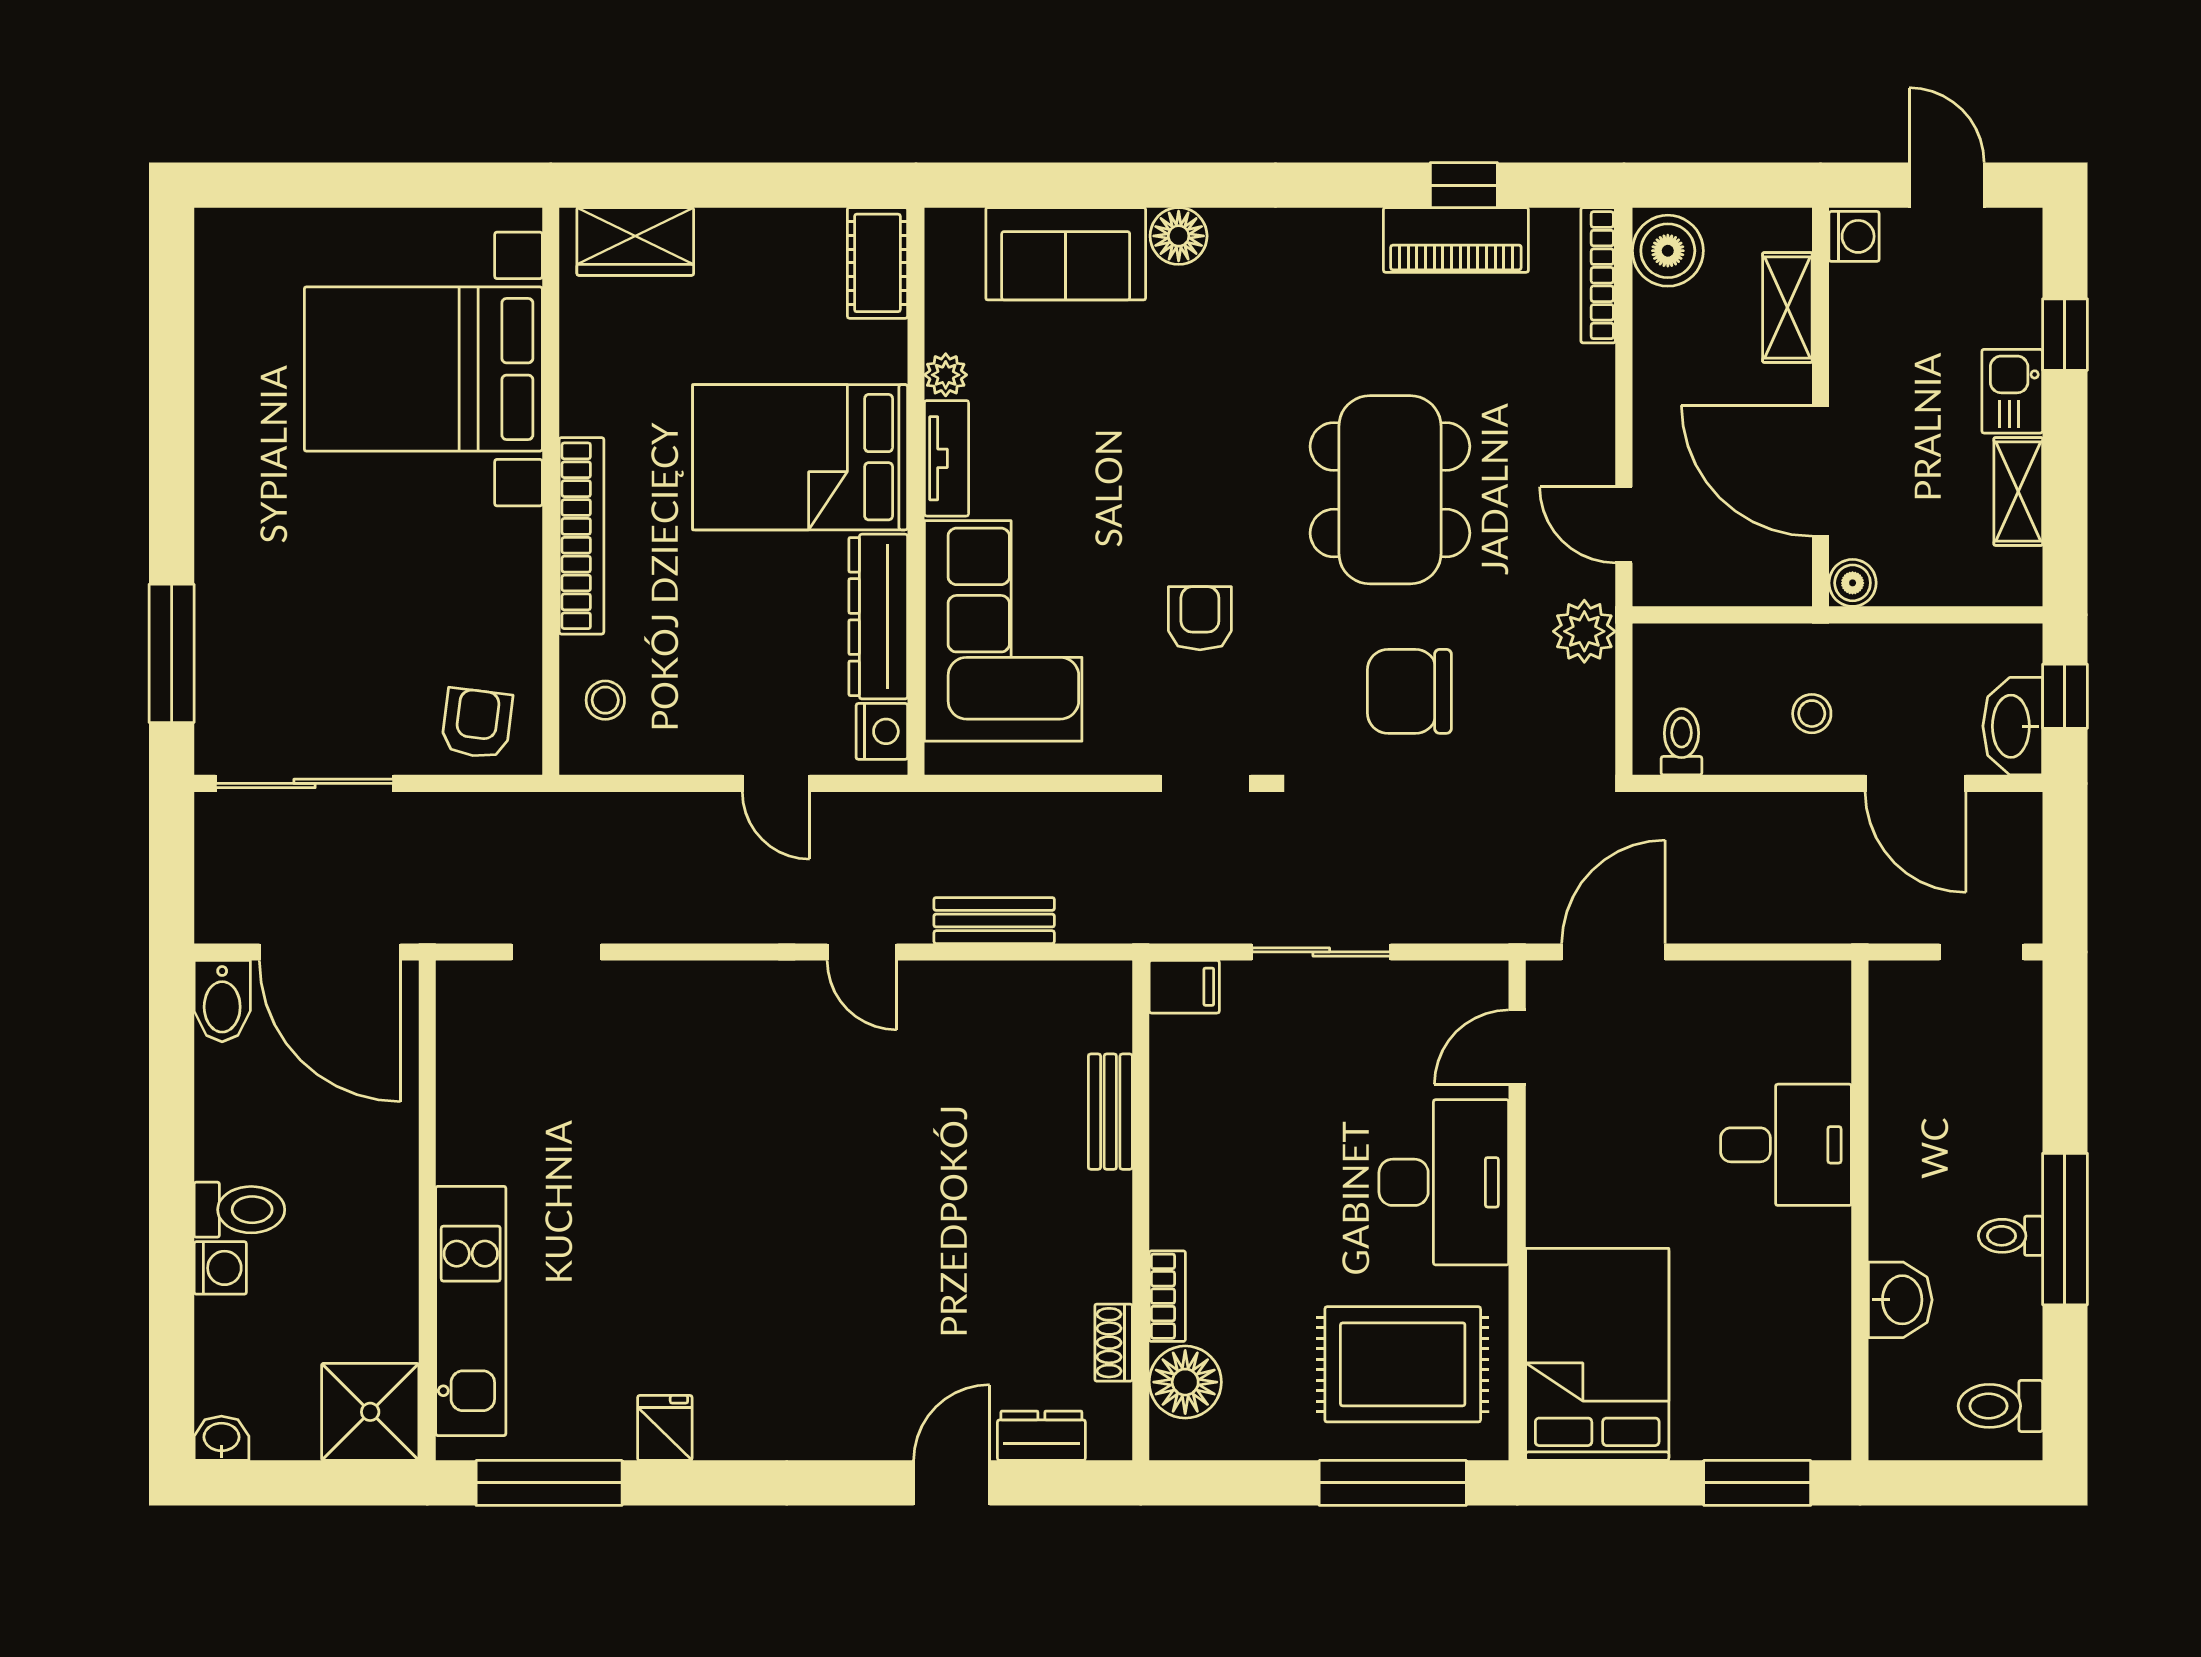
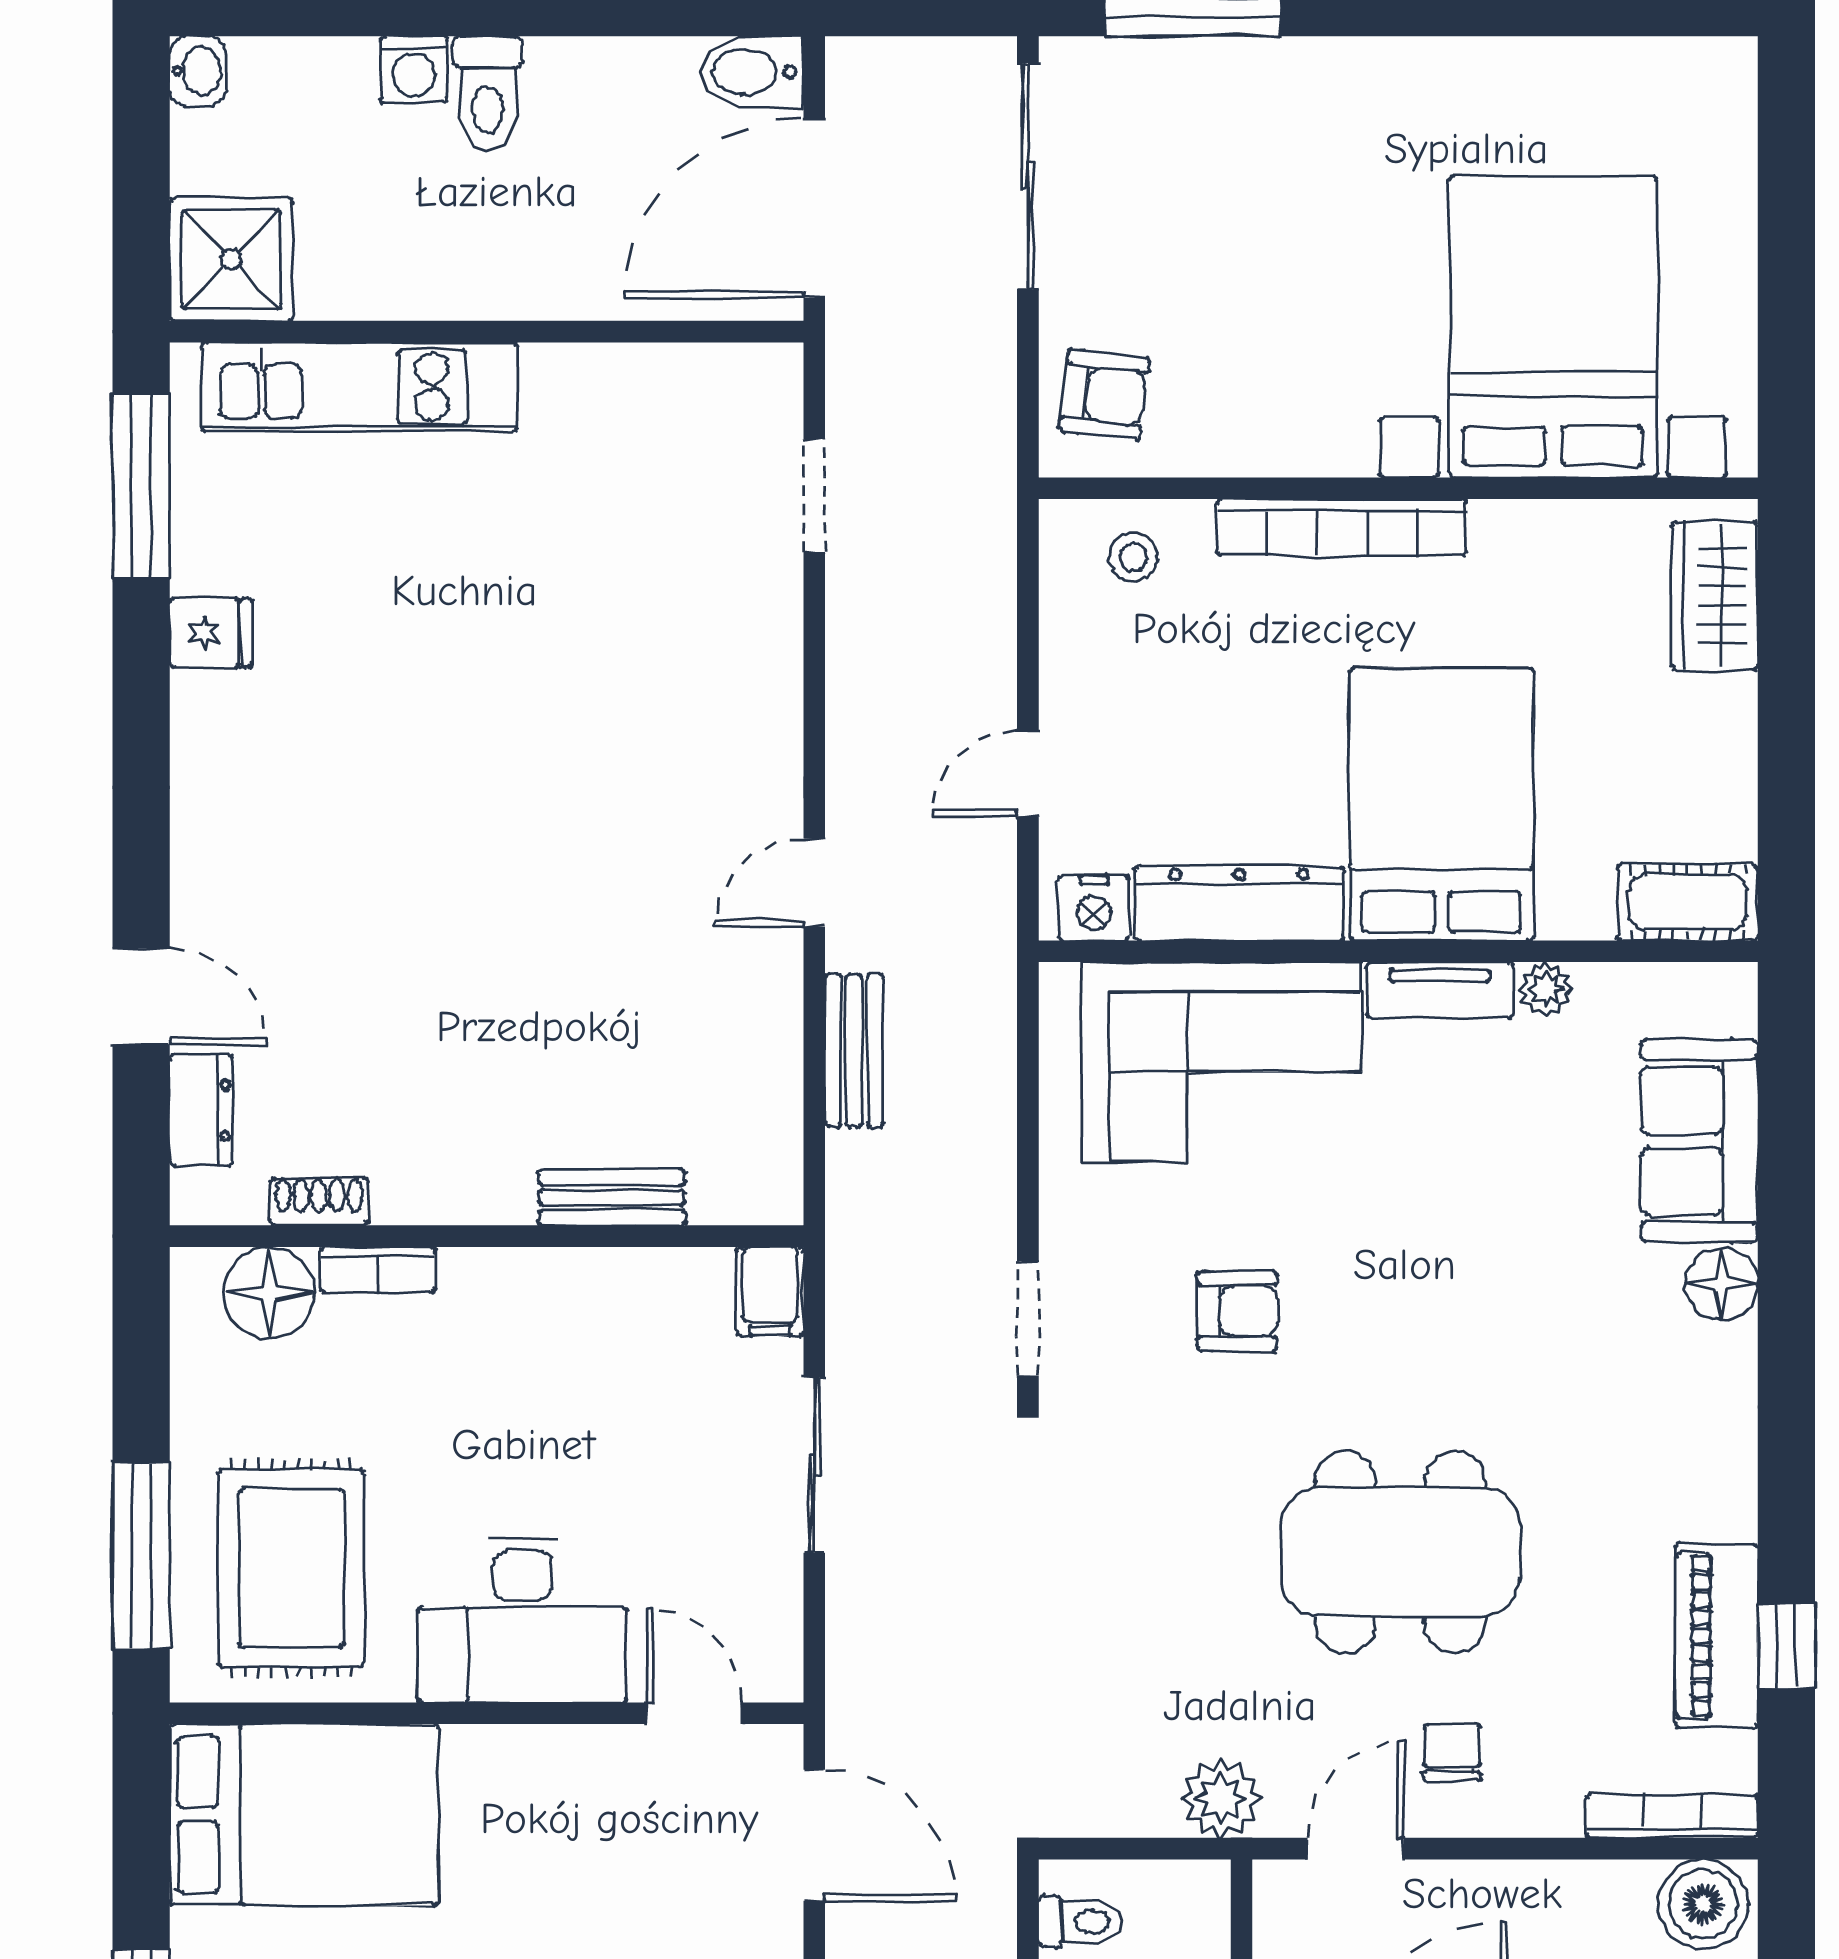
chair: (1409, 691) -> (1452, 1752), moved, width x0.54, depth x0.54

